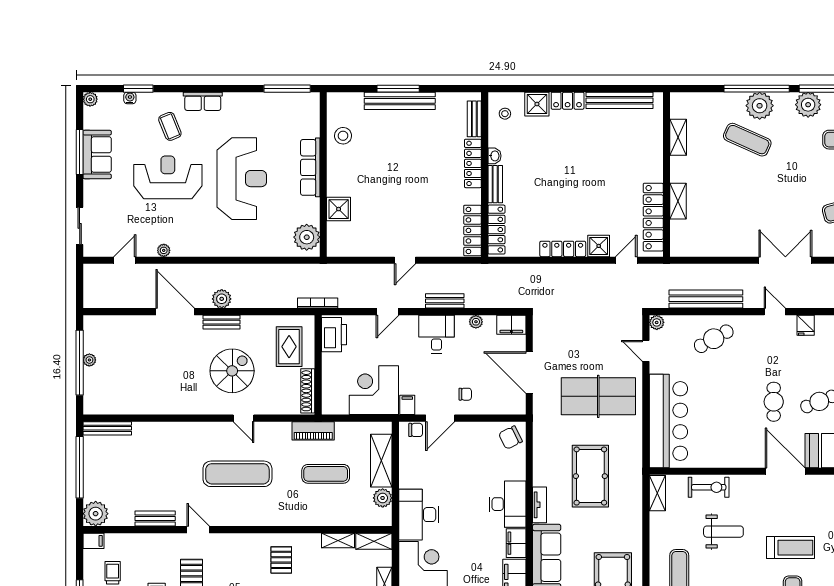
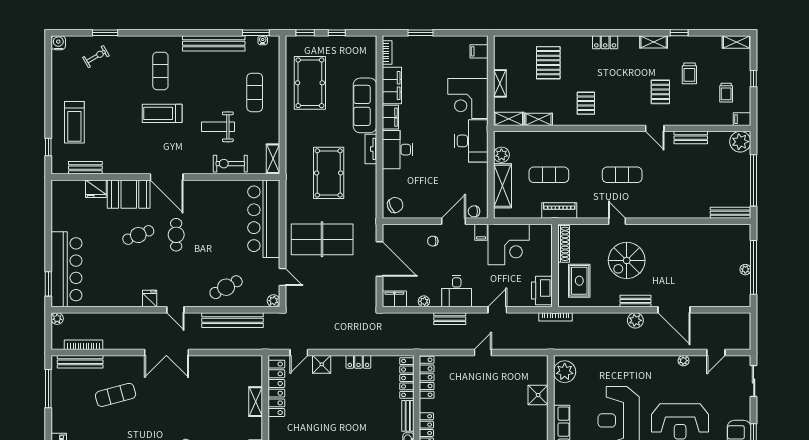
locker: (563, 249) -> (358, 362), width x0.66
exercise mat: (237, 474) -> (622, 175), width x0.73, depth x0.69

